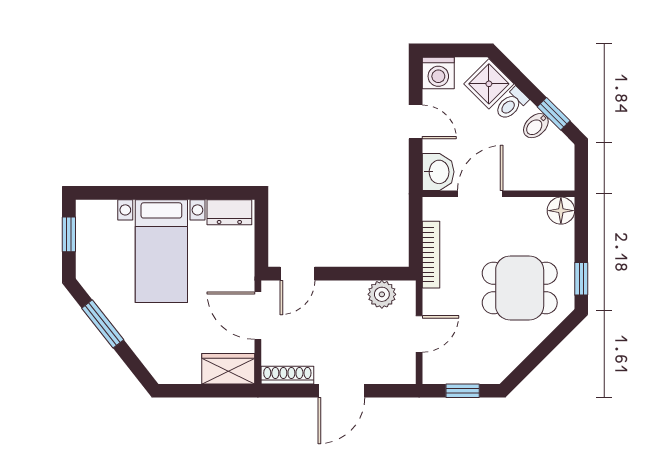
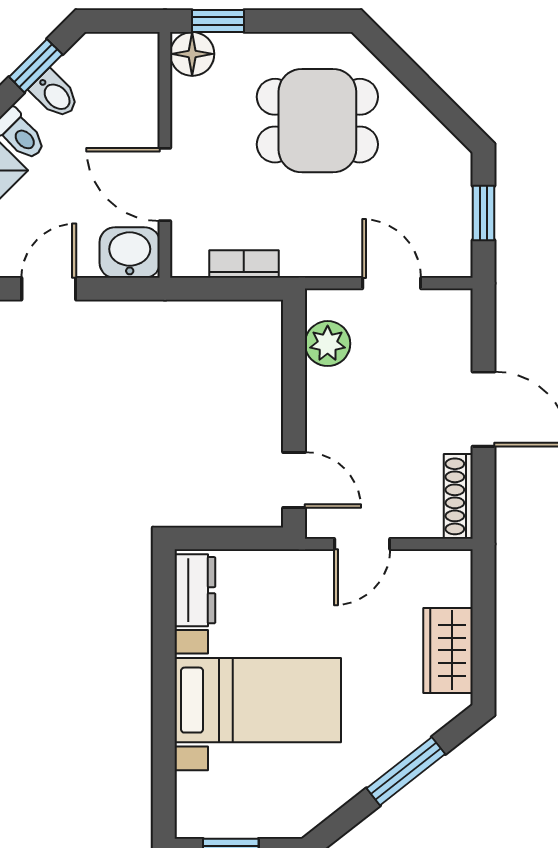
bookcase: (431, 255) -> (244, 264), width x0.64
window: (581, 279) -> (218, 21), moved
dining table: (520, 288) -> (317, 121), turned 90
door: (258, 316) -> (362, 544), width x0.73
window: (103, 324) -> (406, 771), moved
wardrobe: (228, 369) -> (448, 650), moved

